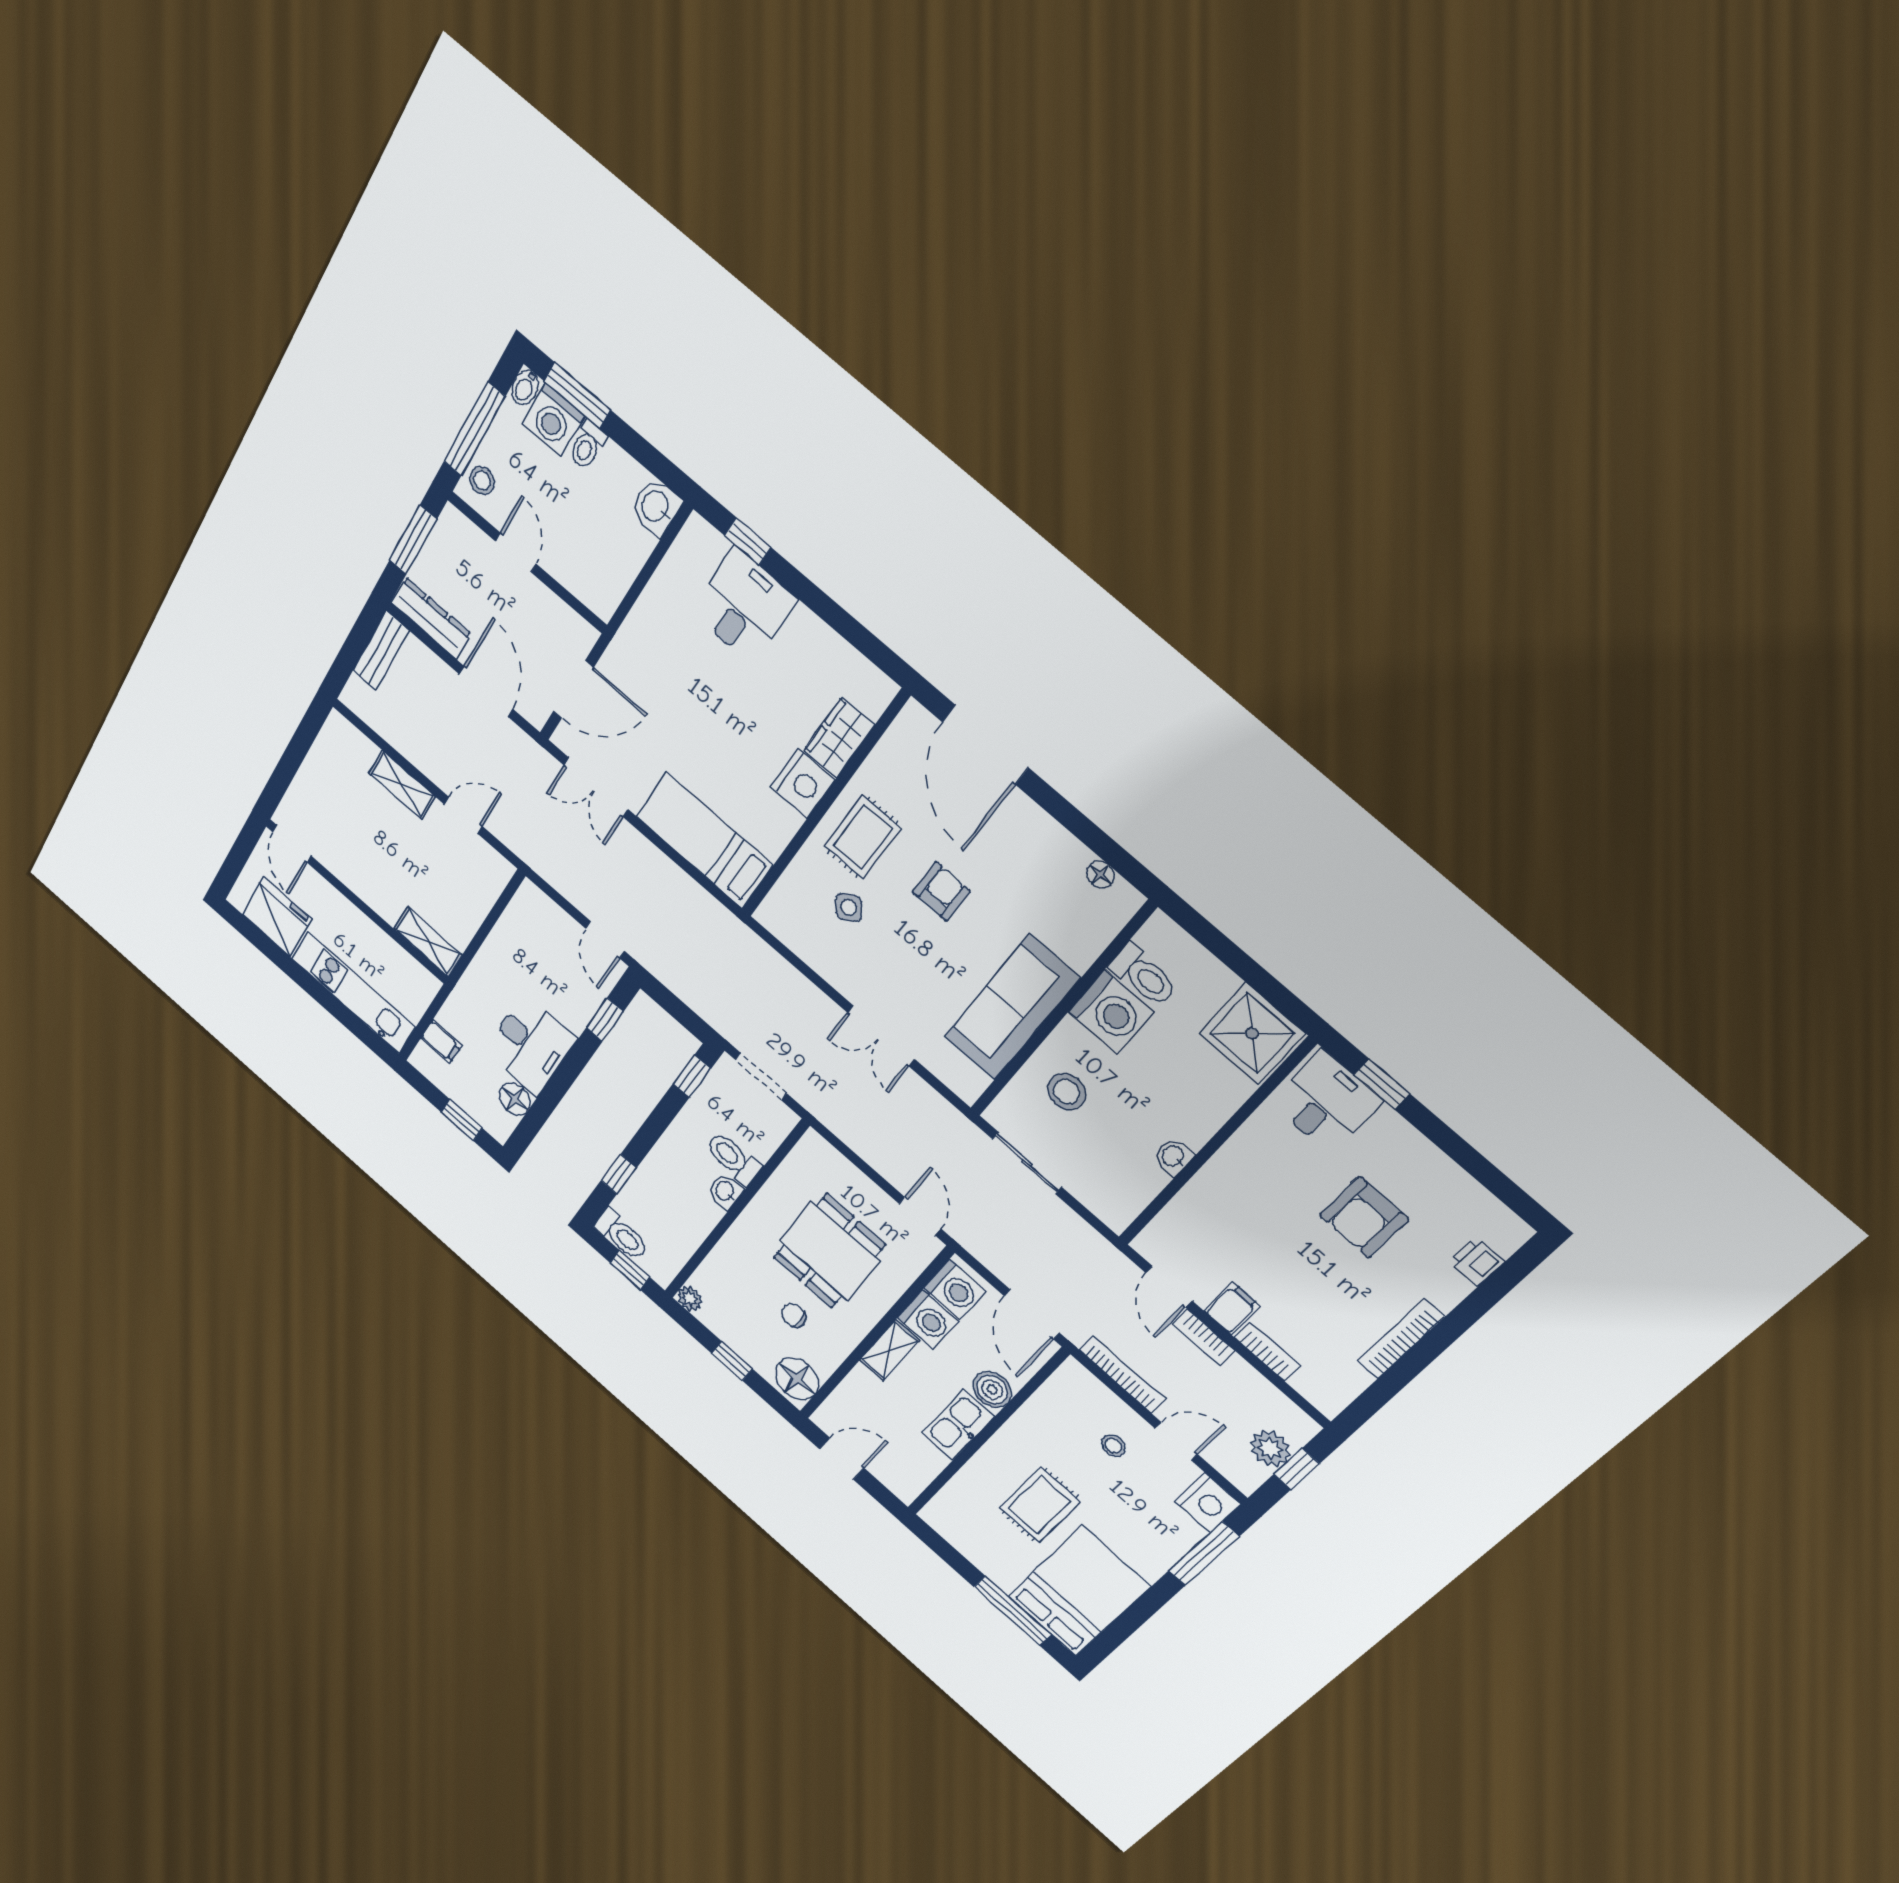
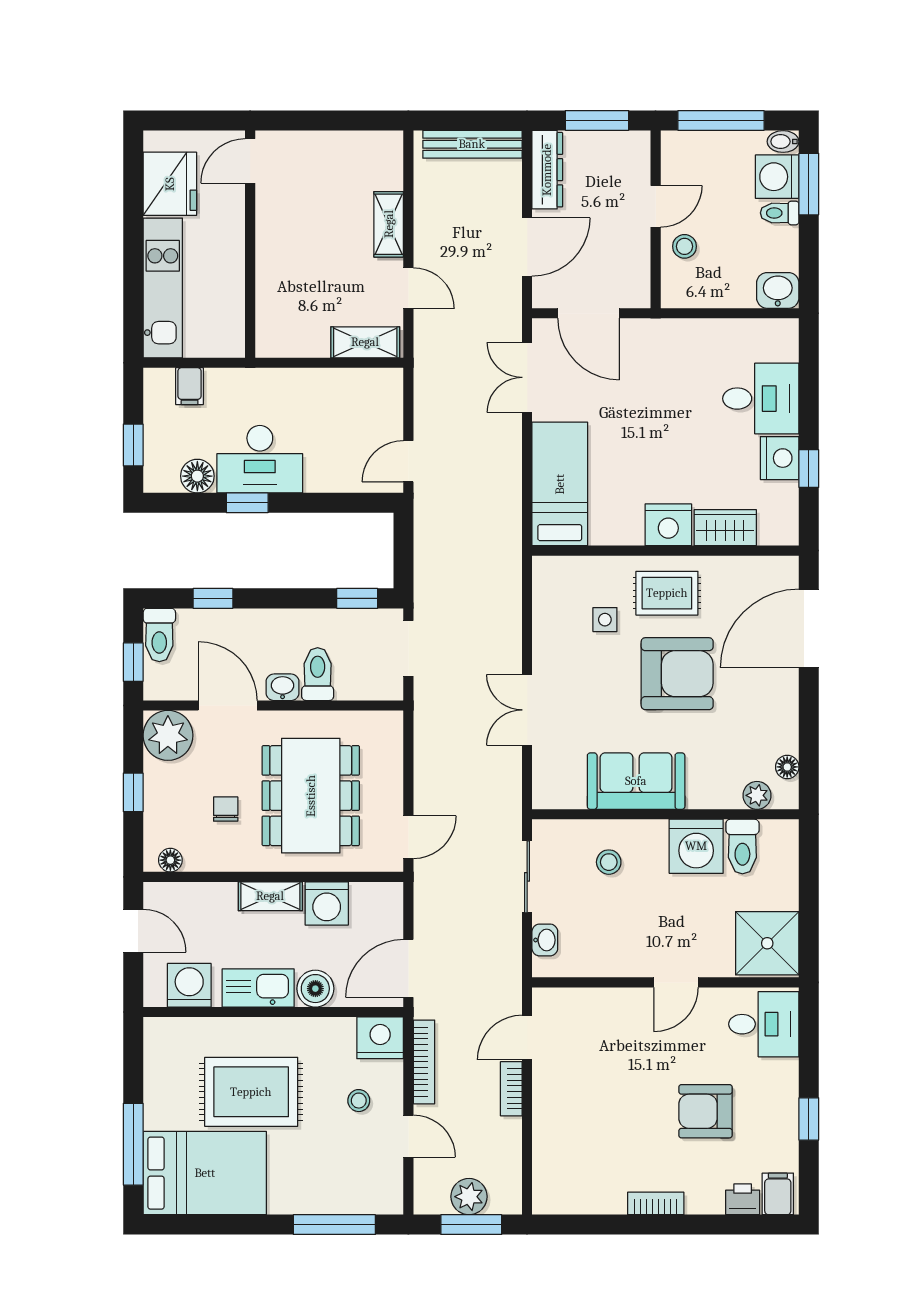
stool: (482, 481) -> (684, 246), moved
window: (748, 541) -> (809, 469), moved
nightstand: (809, 636) -> (780, 458), added
bench: (381, 651) -> (472, 144), width x1.36
armchair: (941, 891) -> (677, 674), width x1.88, depth x1.88
side table: (849, 908) -> (605, 620), turned 34
plant: (1106, 922) -> (757, 795), added
shelving: (428, 942) -> (365, 342), moved, turned 90
sofa: (1012, 1008) -> (636, 781), width x0.73
window: (605, 1020) -> (247, 503), moved
window: (1382, 1084) -> (809, 1119), moved
stool: (1067, 1092) -> (609, 862), width x0.73, depth x0.73
door: (1222, 1136) -> (676, 982), added
washbasin: (1173, 1156) -> (545, 940), moved, turned 90
door: (711, 1240) -> (228, 705), added
dining table: (829, 1251) -> (311, 796), width x1.38
washing machine: (955, 1290) -> (189, 985), moved, turned 180
plant: (690, 1299) -> (168, 735), width x1.87, depth x1.87
filing cabinet: (1232, 1309) -> (778, 1194), moved, turned -90
bookcase: (1401, 1339) -> (656, 1203), width x0.64
bookcase: (1267, 1351) -> (543, 1135), removed
floor lamp: (797, 1379) -> (170, 860), width x0.53, depth x0.53
window: (1297, 1469) -> (471, 1225), width x1.50
nightstand: (1207, 1503) -> (380, 1038), moved, turned 180
rug: (1040, 1505) -> (251, 1092), width x1.36, depth x1.43

